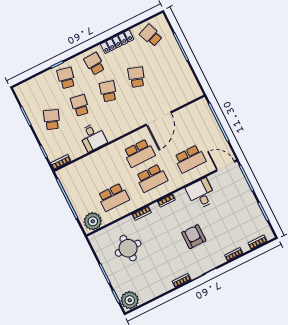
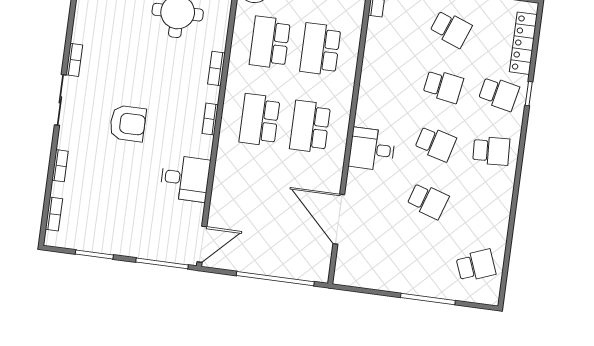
locker: (117, 42) -> (523, 43), moved
door: (159, 119) -> (339, 219), moved
desk: (93, 137) -> (372, 149), moved
school desk: (190, 159) -> (320, 49), moved

